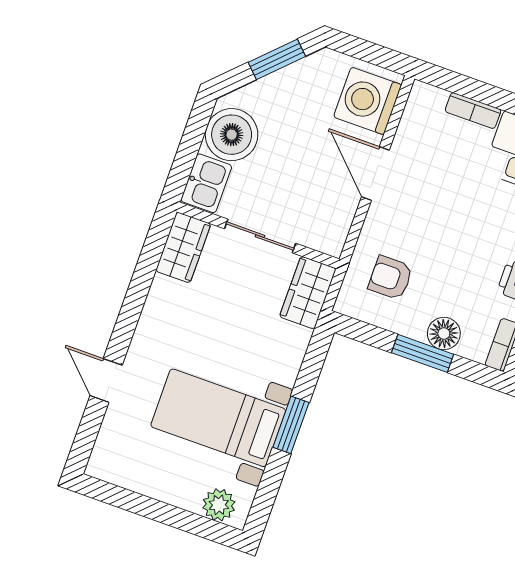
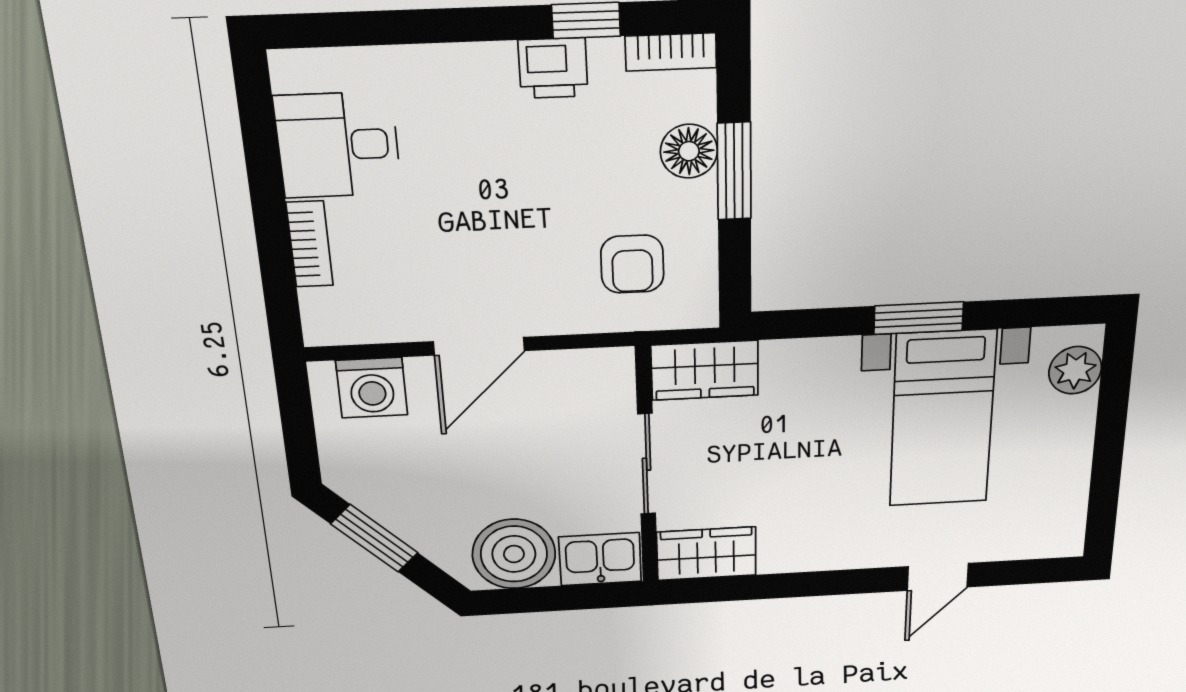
washing machine: (368, 101) -> (372, 388), width x0.73, depth x0.73

